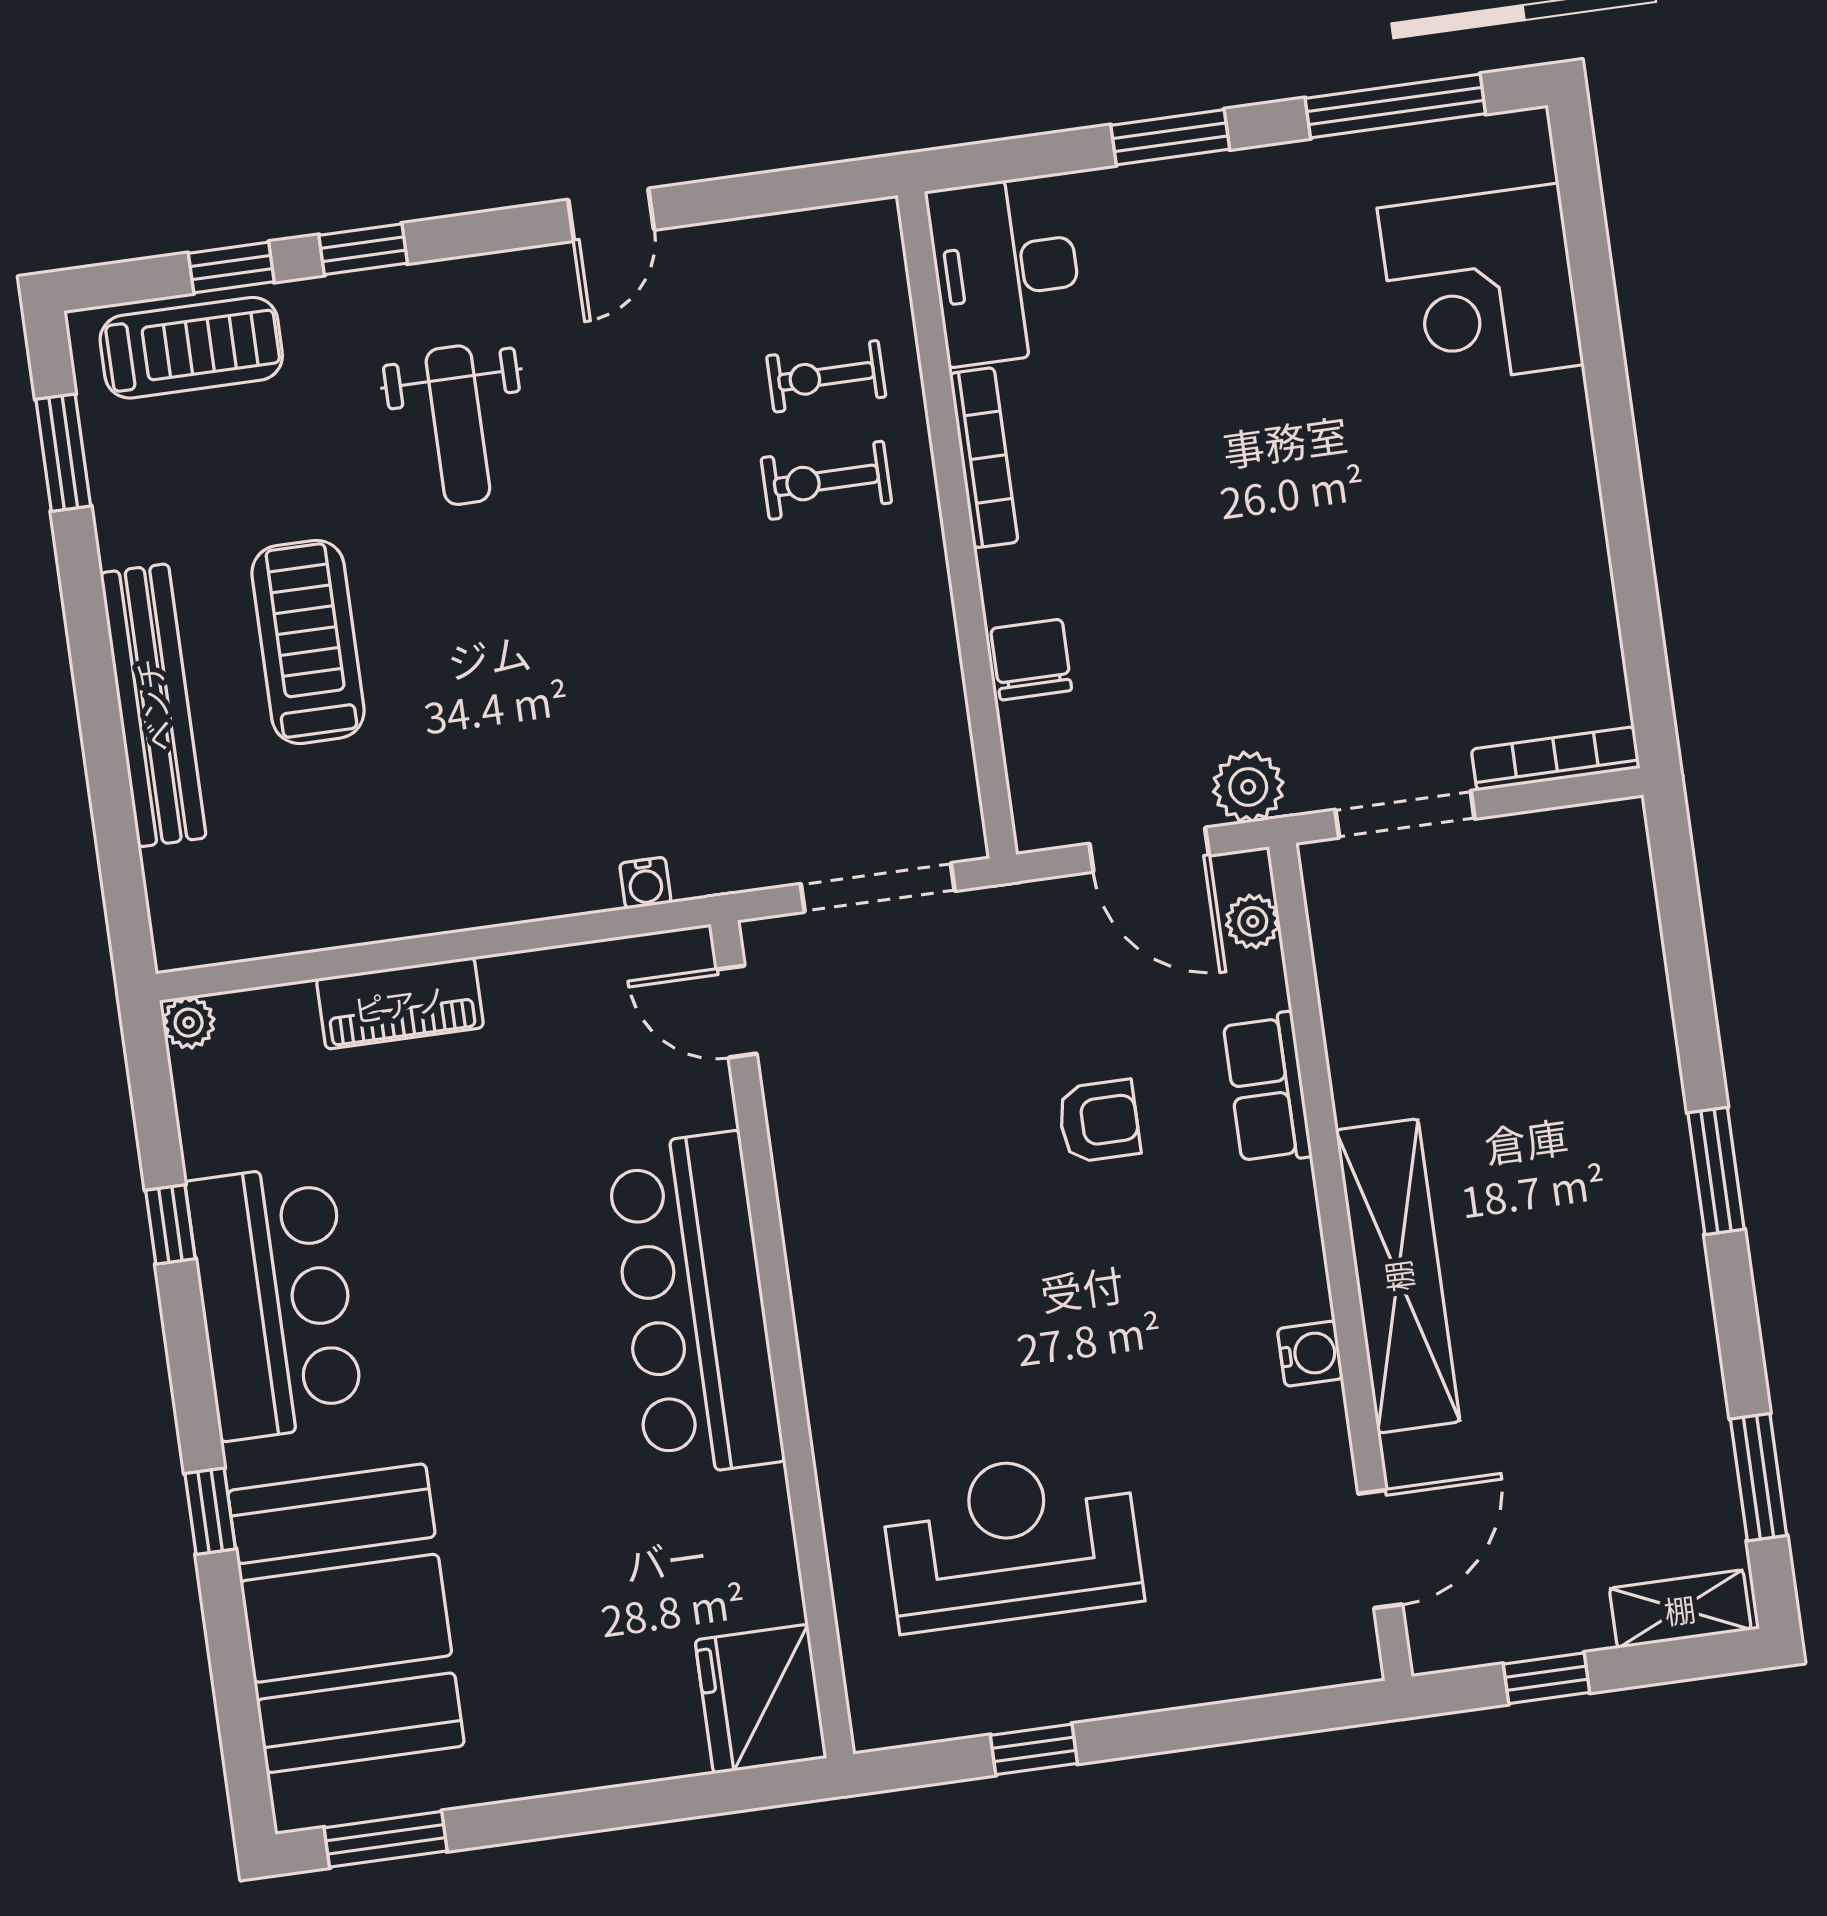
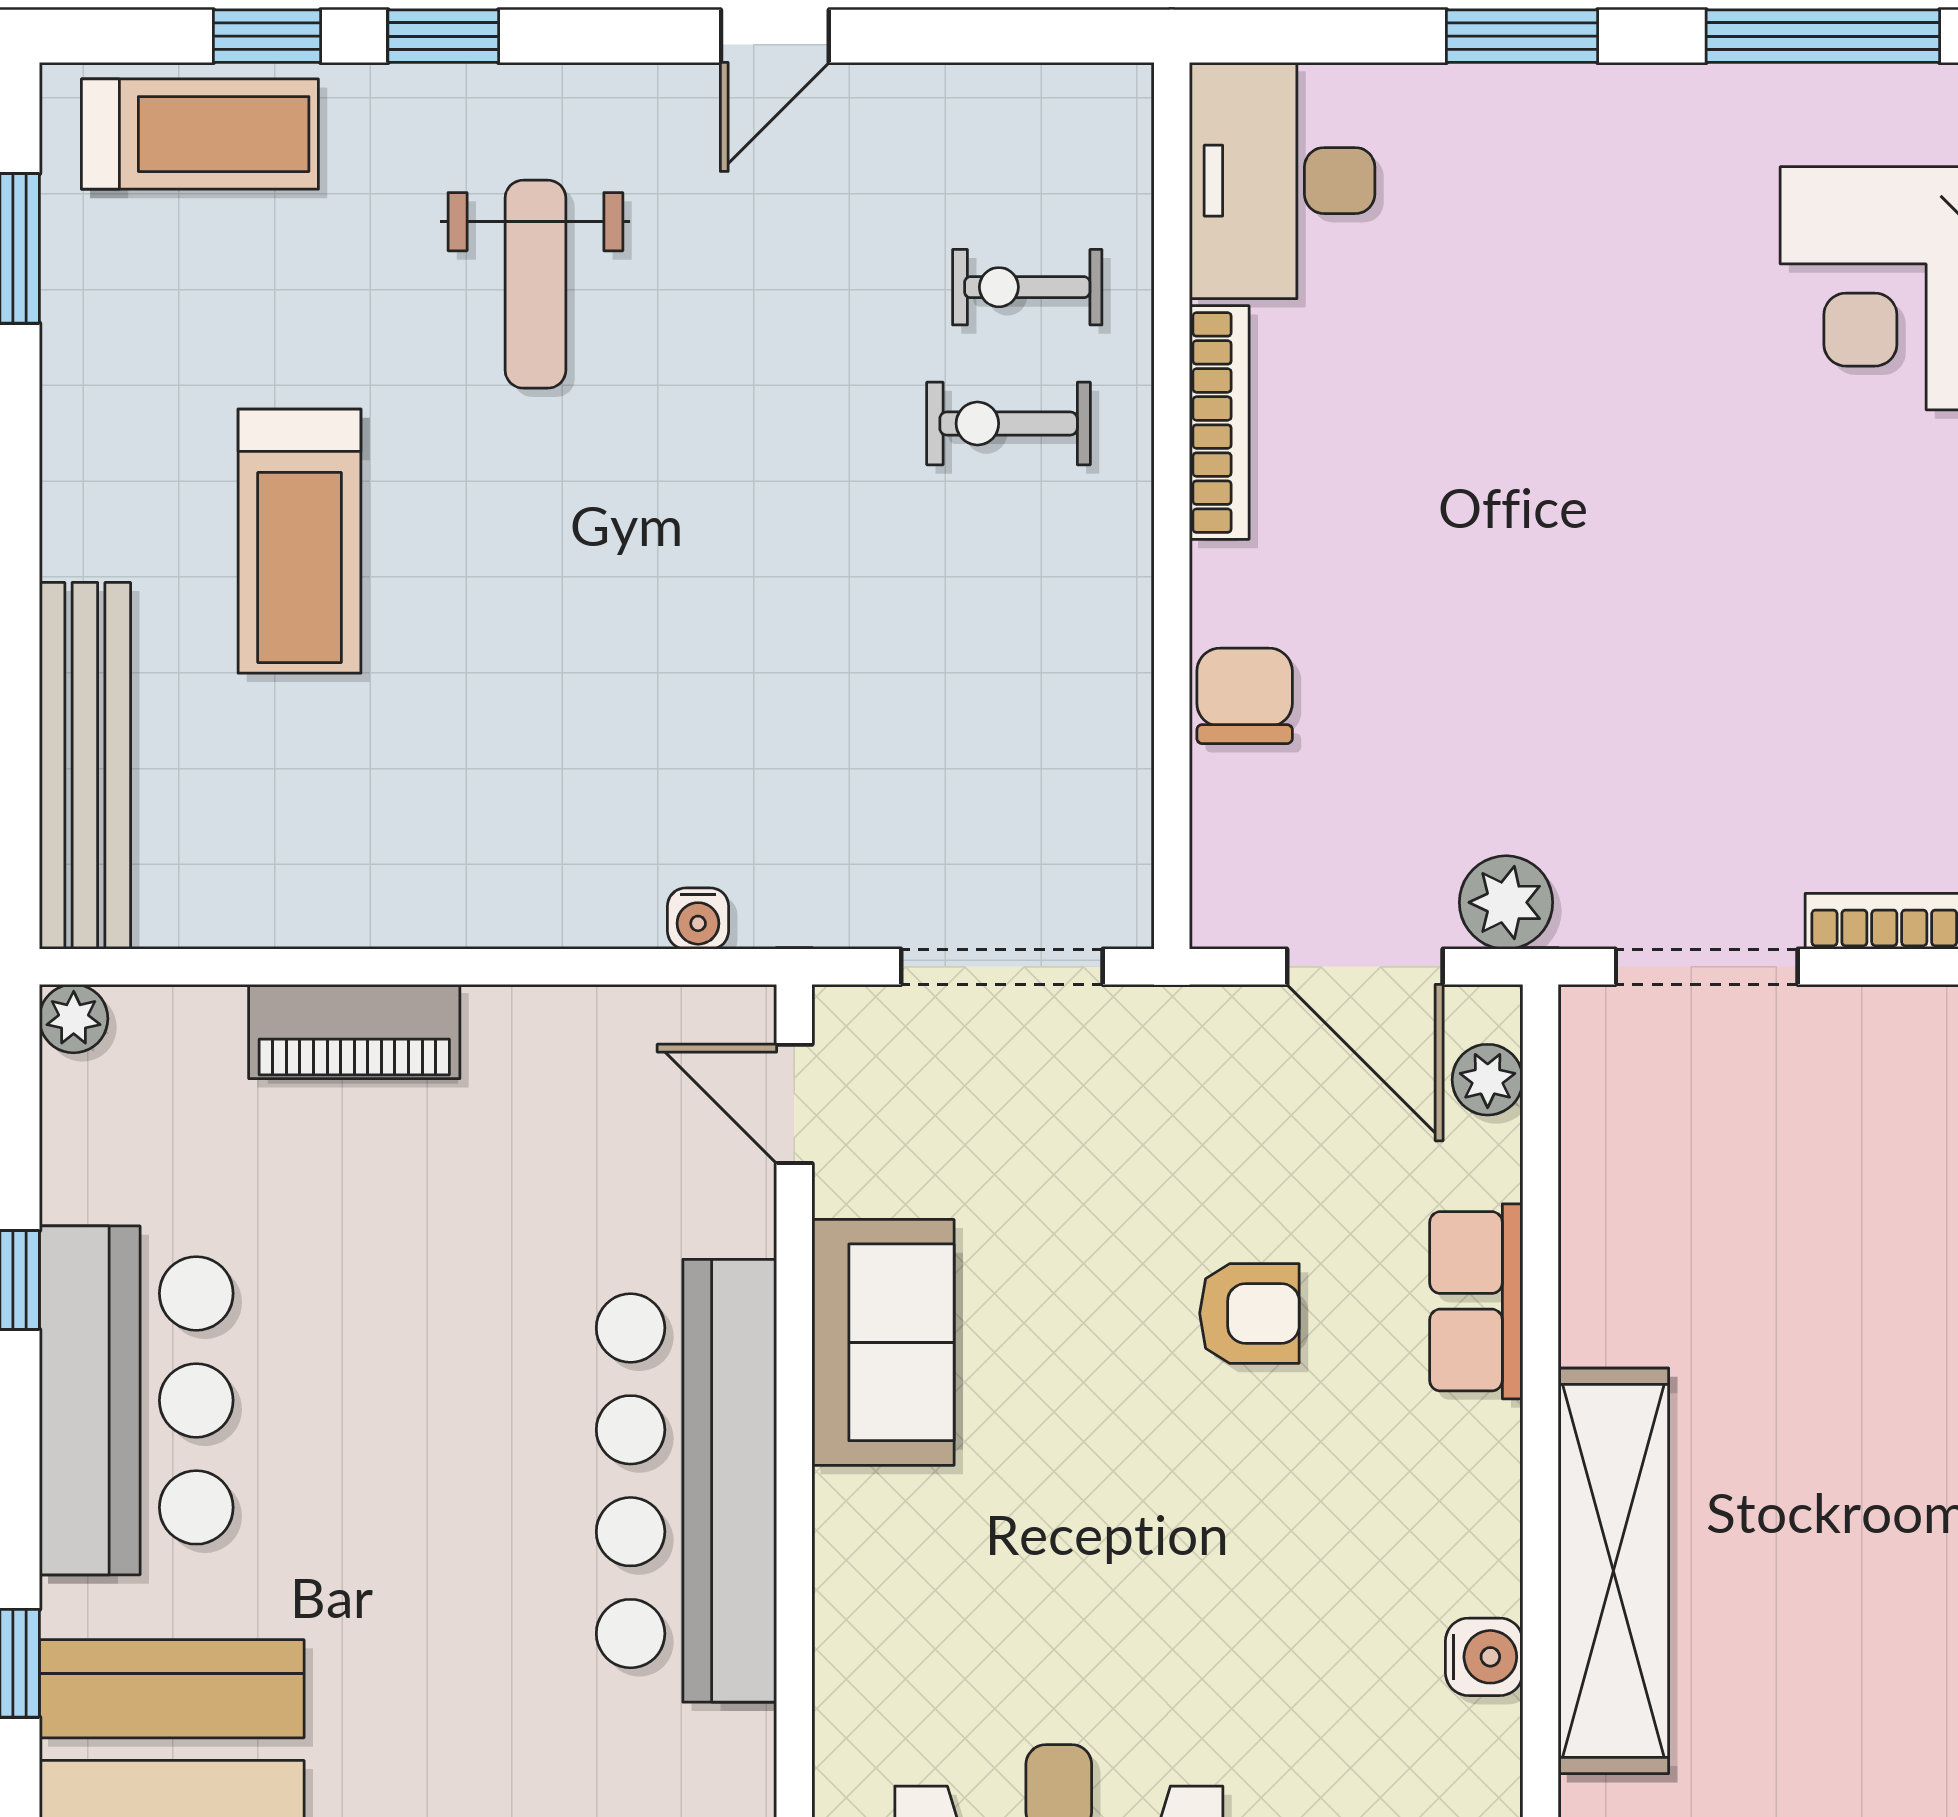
treadmill: (308, 642) -> (300, 541), turned 180
bench: (153, 705) -> (85, 766), moved
sofa: (828, 1181) -> (883, 1342), added

